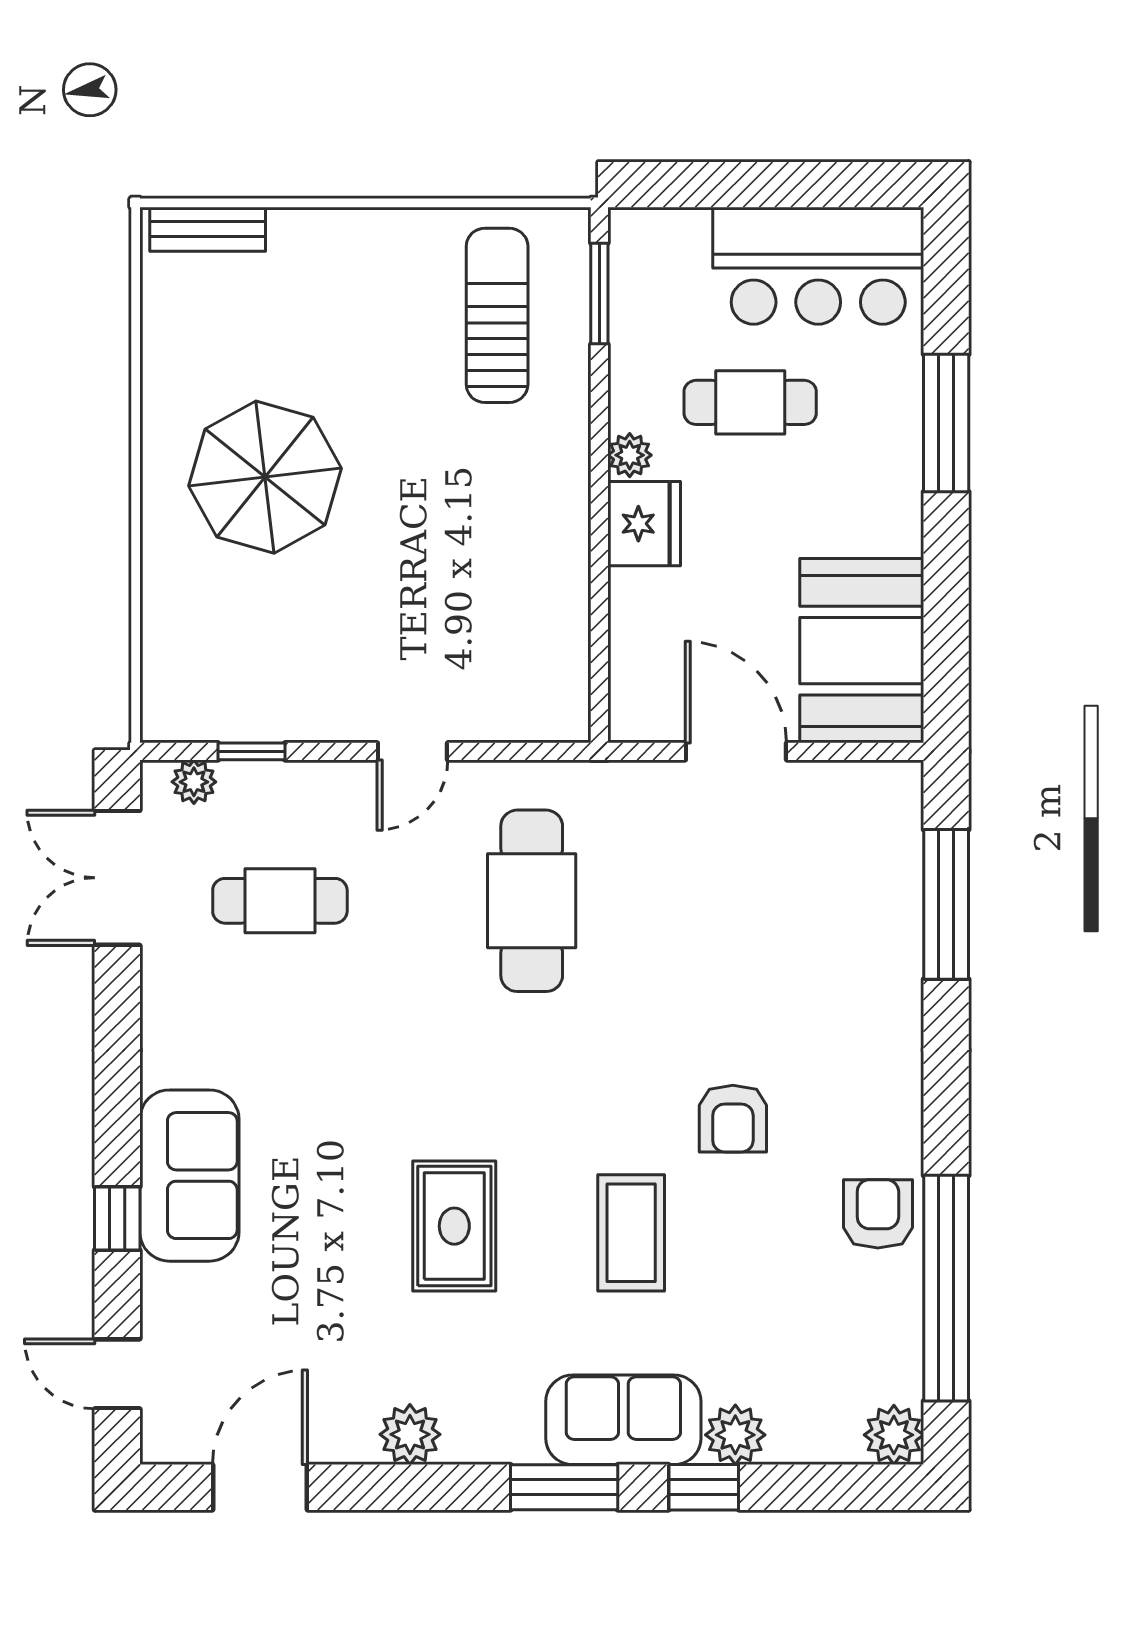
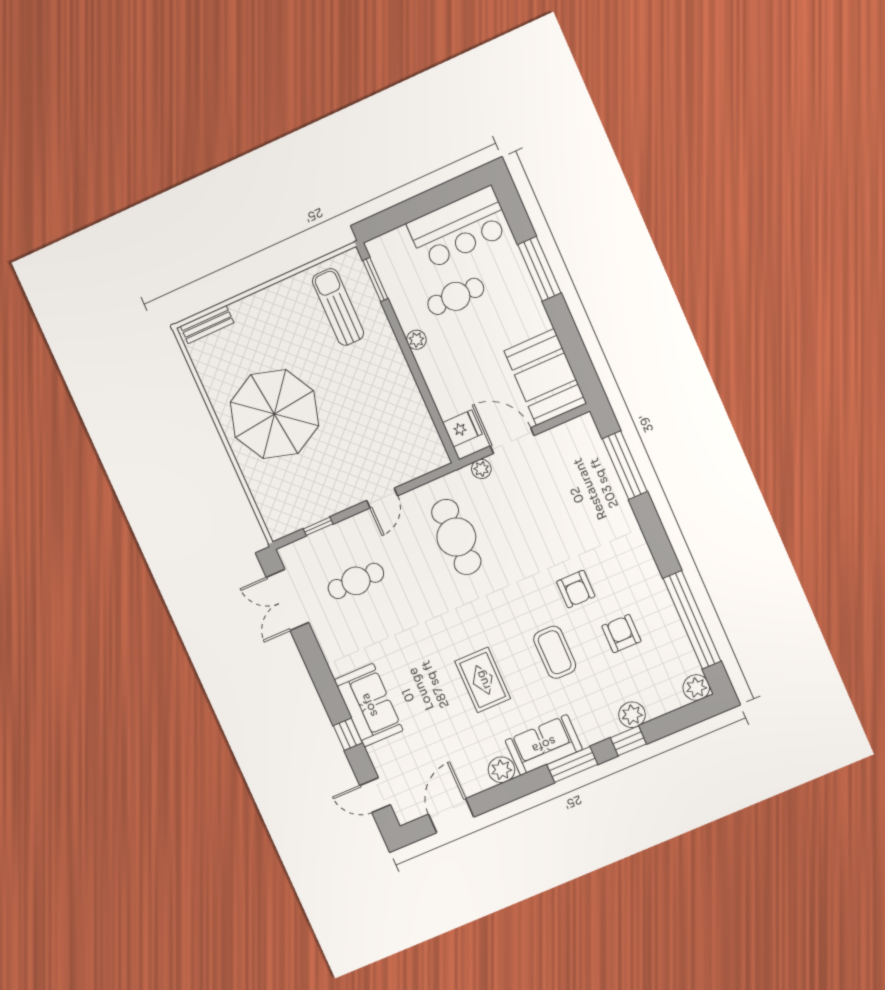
parasol: (265, 477) -> (274, 414), width x1.36, depth x1.36
fridge: (644, 524) -> (462, 428), moved, width x0.72
plant: (194, 782) -> (481, 469), moved
armchair: (878, 1214) -> (621, 634), moved
sofa: (623, 1420) -> (544, 745), moved

